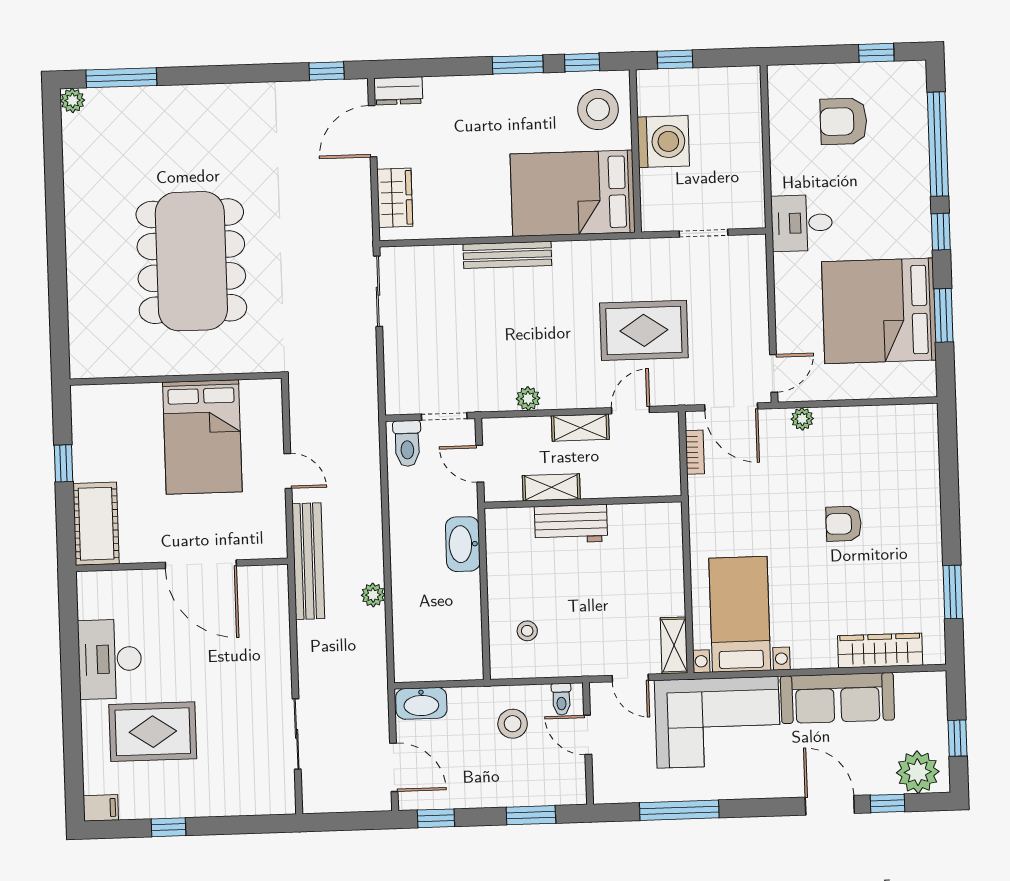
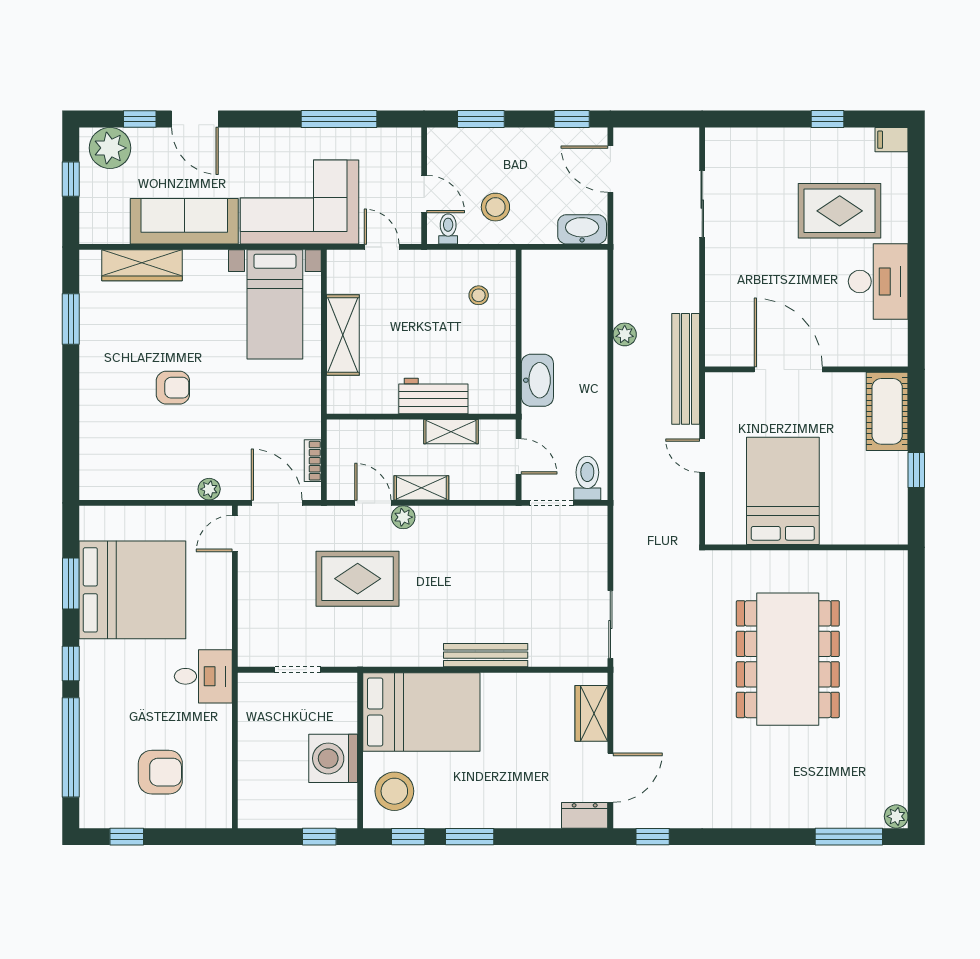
plant: (528, 399) -> (403, 517), moved
door: (631, 410) -> (373, 503), swing flipped
shelving: (674, 645) -> (343, 335), moved, width x1.50, depth x1.33

